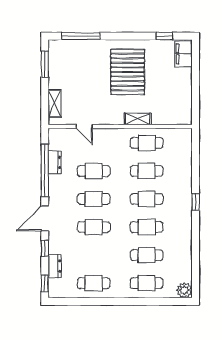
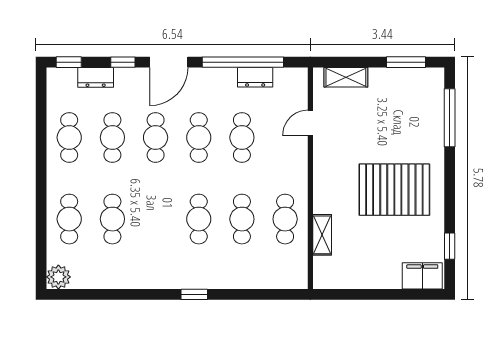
shelving: (138, 119) -> (322, 235), moved
door: (45, 219) -> (169, 62), swing flipped
cafe table: (147, 227) -> (112, 137), moved

